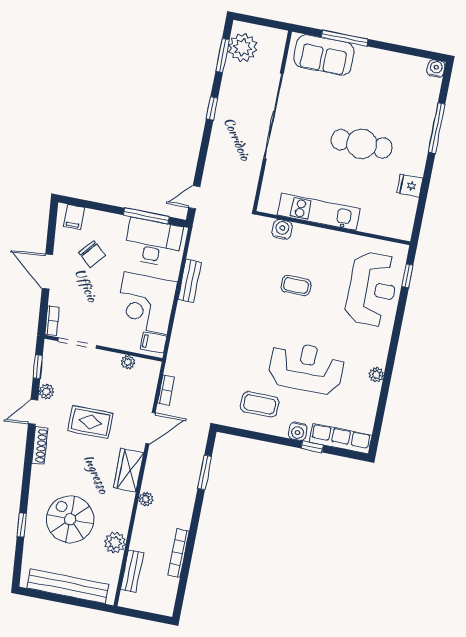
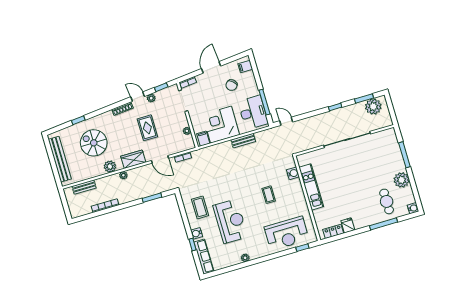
sofa: (324, 55) -> (391, 149), removed
plant: (382, 63) -> (401, 180), added
cafe table: (362, 144) -> (387, 201), moved, width x0.73, depth x0.74
locker: (407, 214) -> (333, 231), added
spiral stairs: (70, 519) -> (94, 143), turned -90
plant: (115, 543) -> (110, 167), moved

